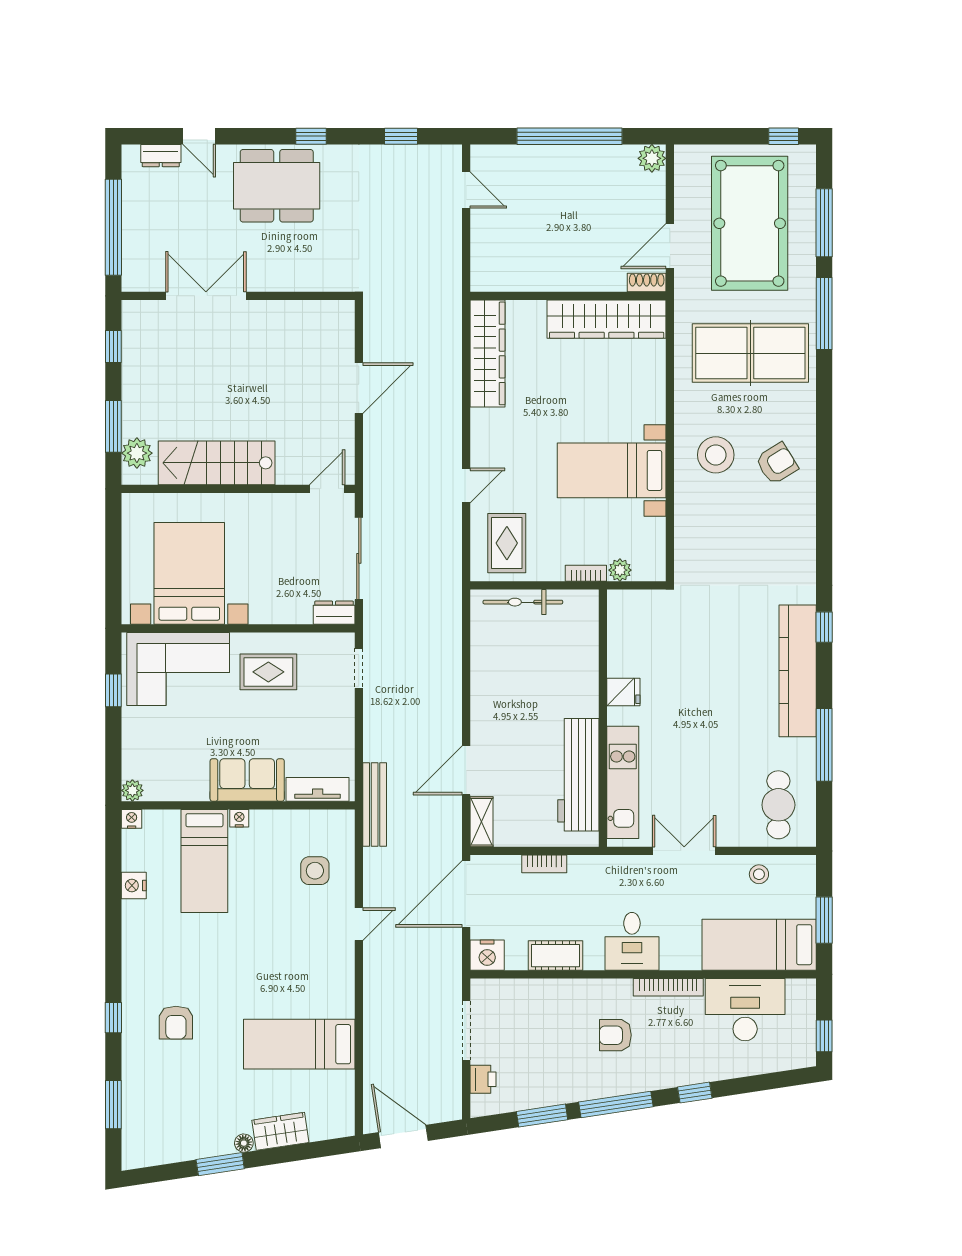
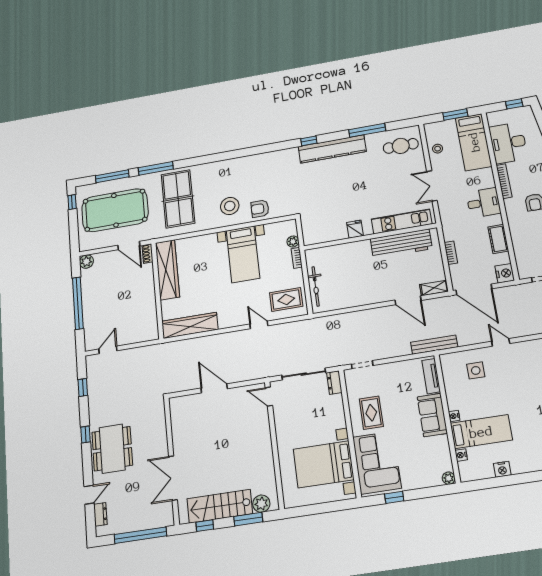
stairs: (217, 463) -> (220, 506), moved, turned 90
armchair: (777, 464) -> (260, 209), moved, turned -58
nightstand: (132, 819) -> (461, 455), moved

